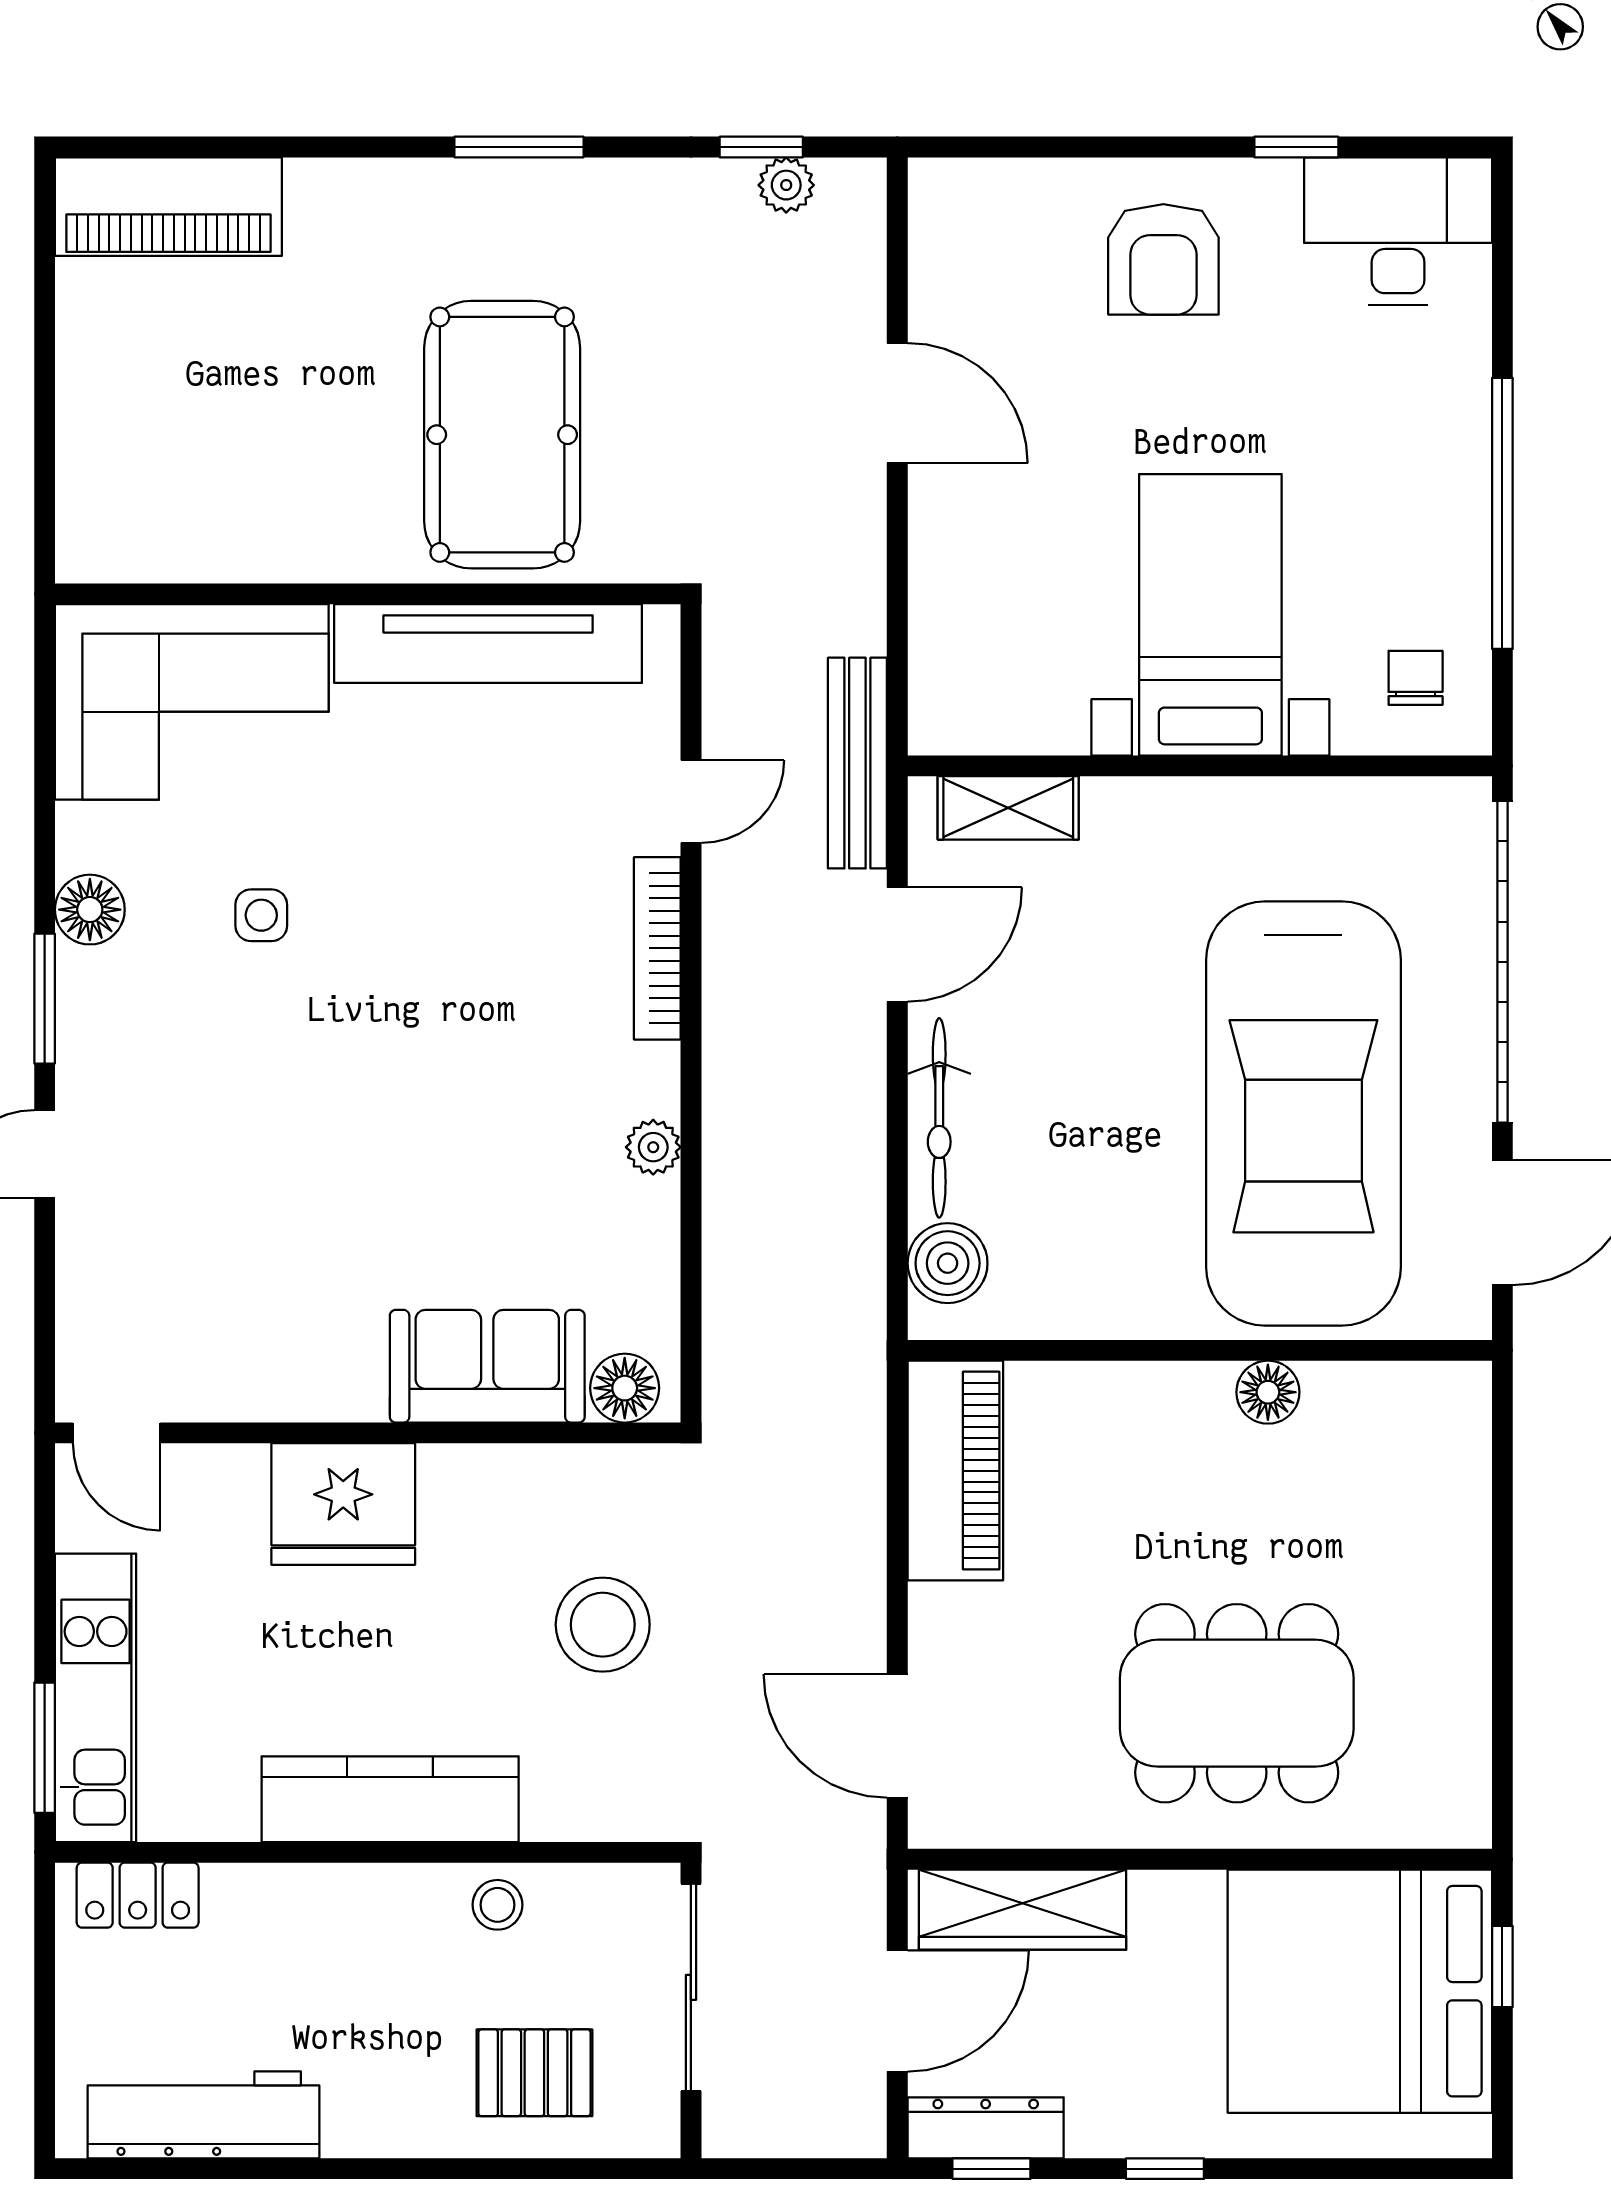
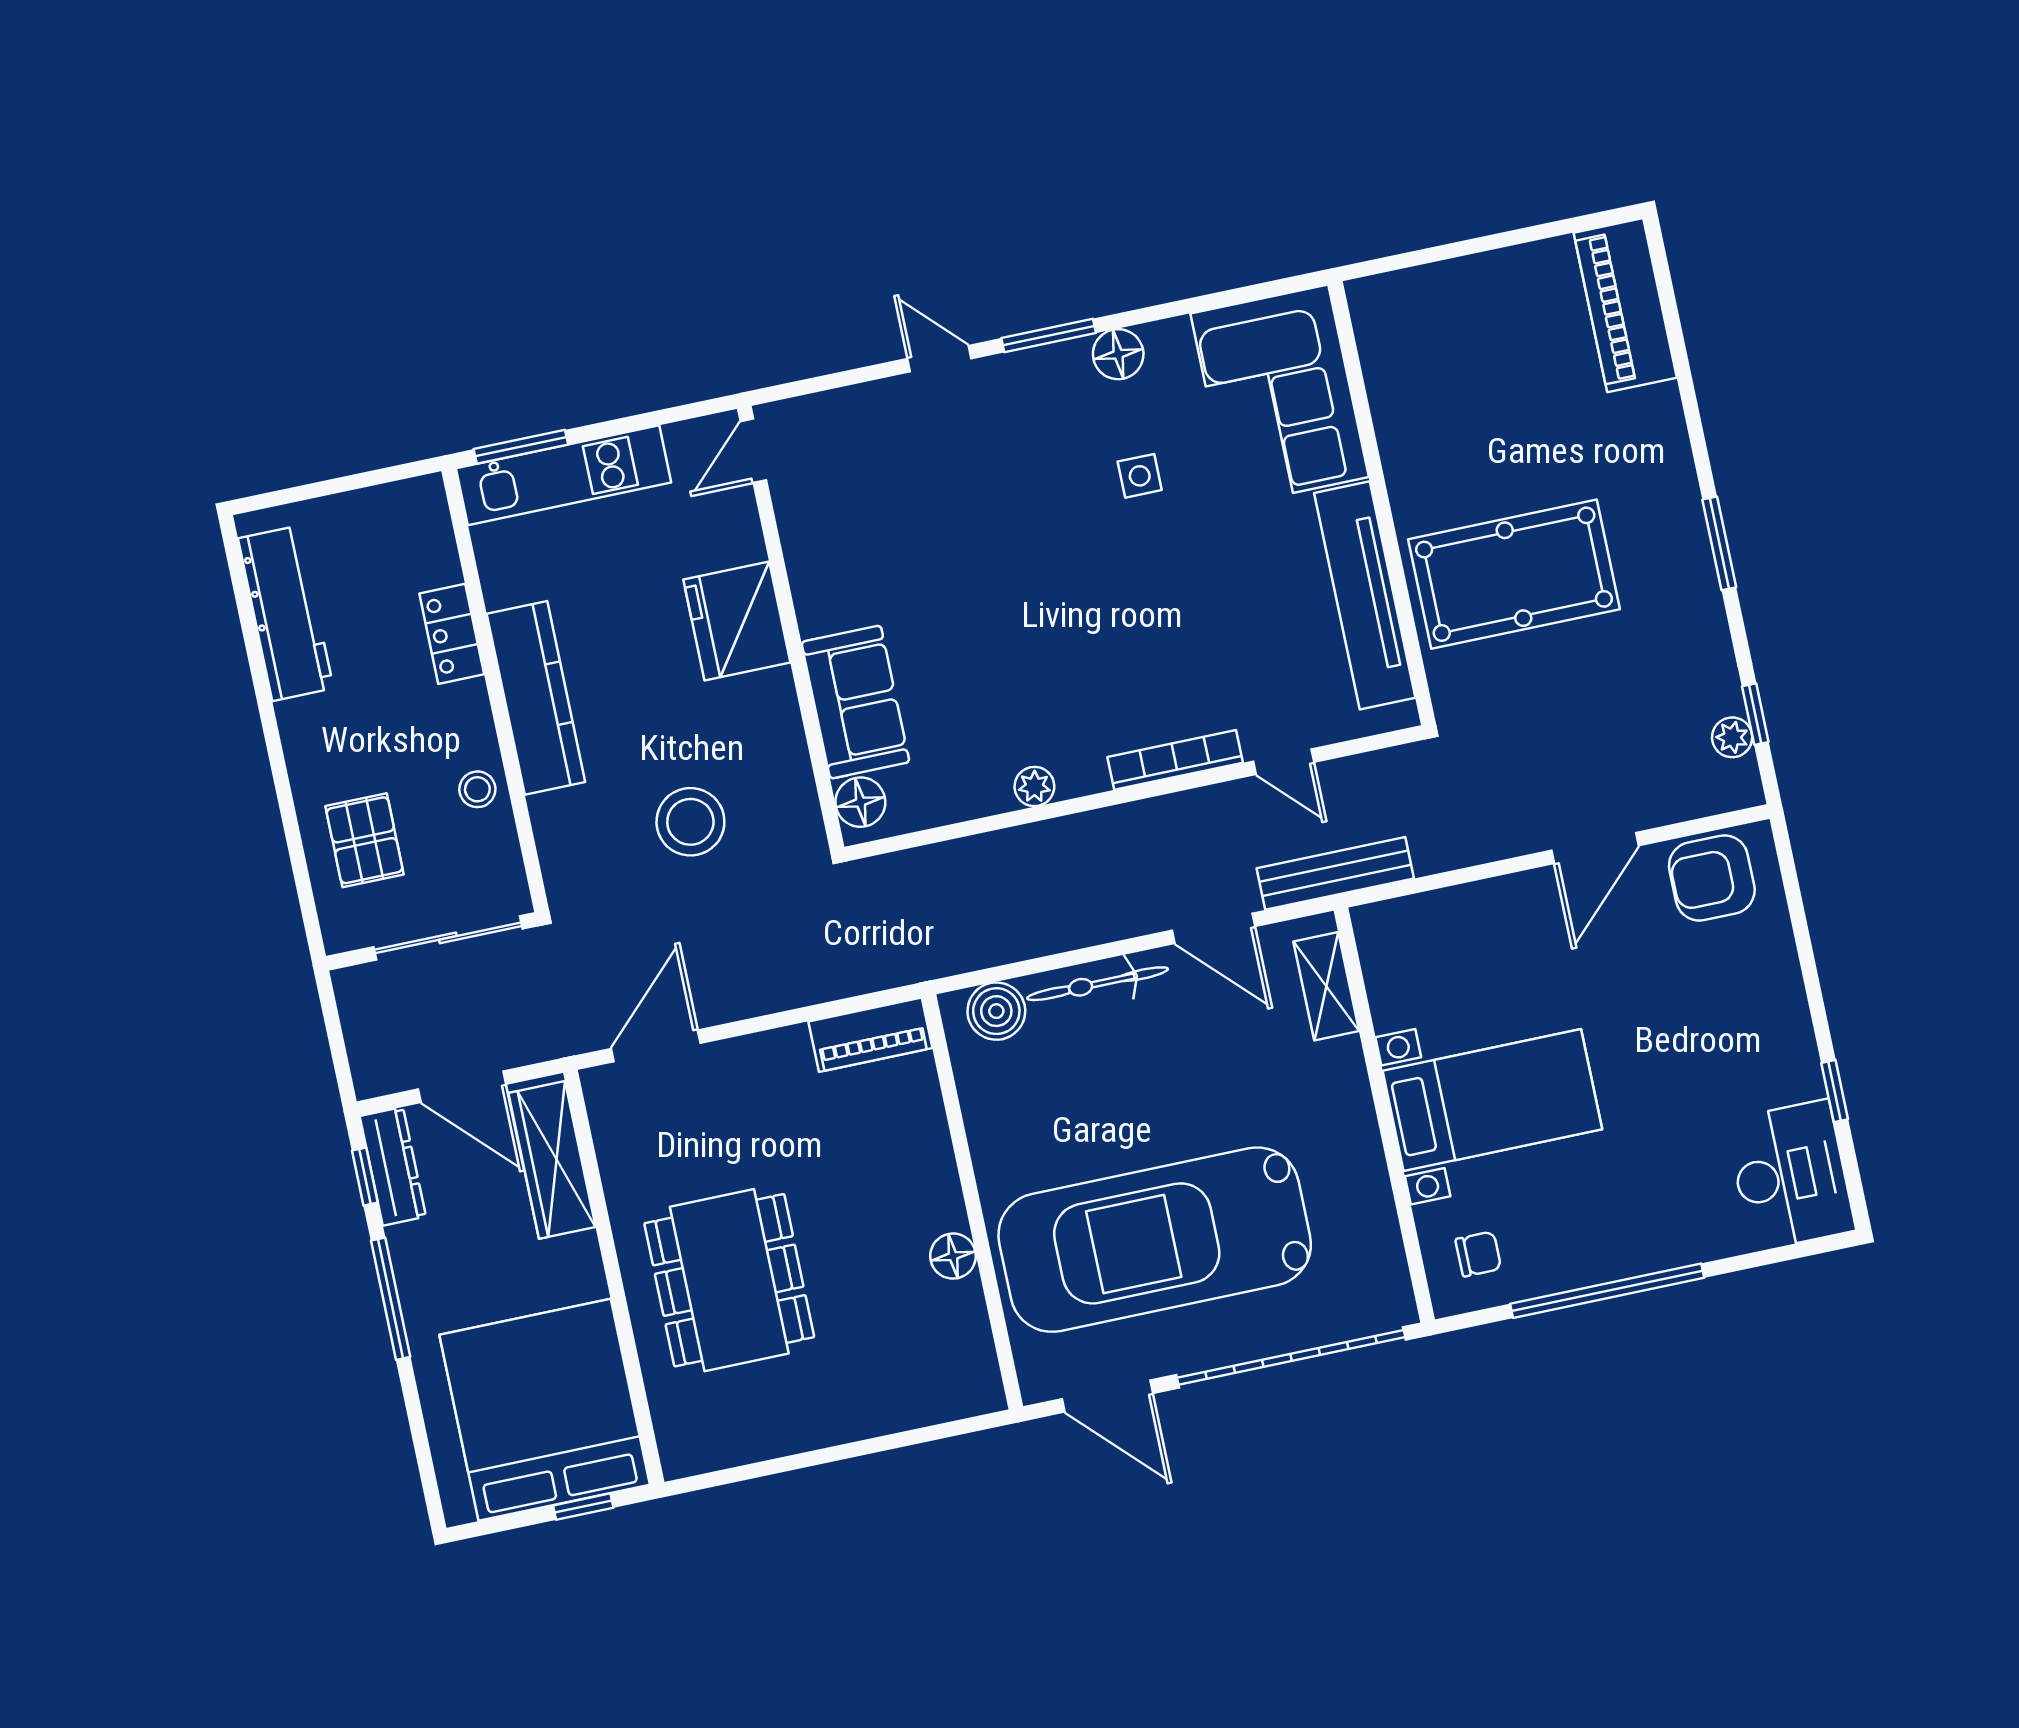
armchair: (1163, 259) -> (1712, 878), moved
piano: (955, 1471) -> (870, 1035), width x0.73, depth x0.75
locker: (138, 1895) -> (452, 634), moved
window: (1165, 2169) -> (391, 1299), width x2.17

